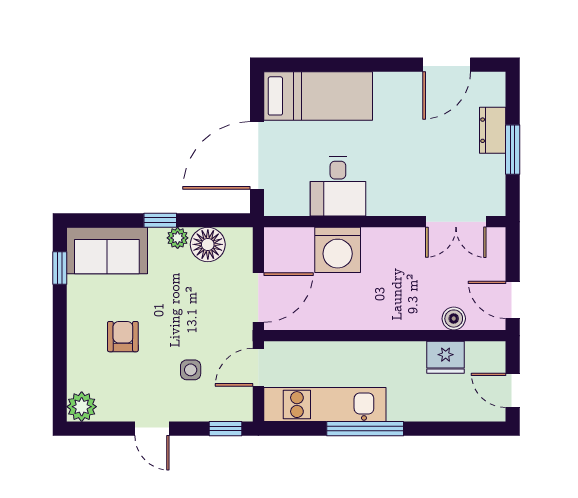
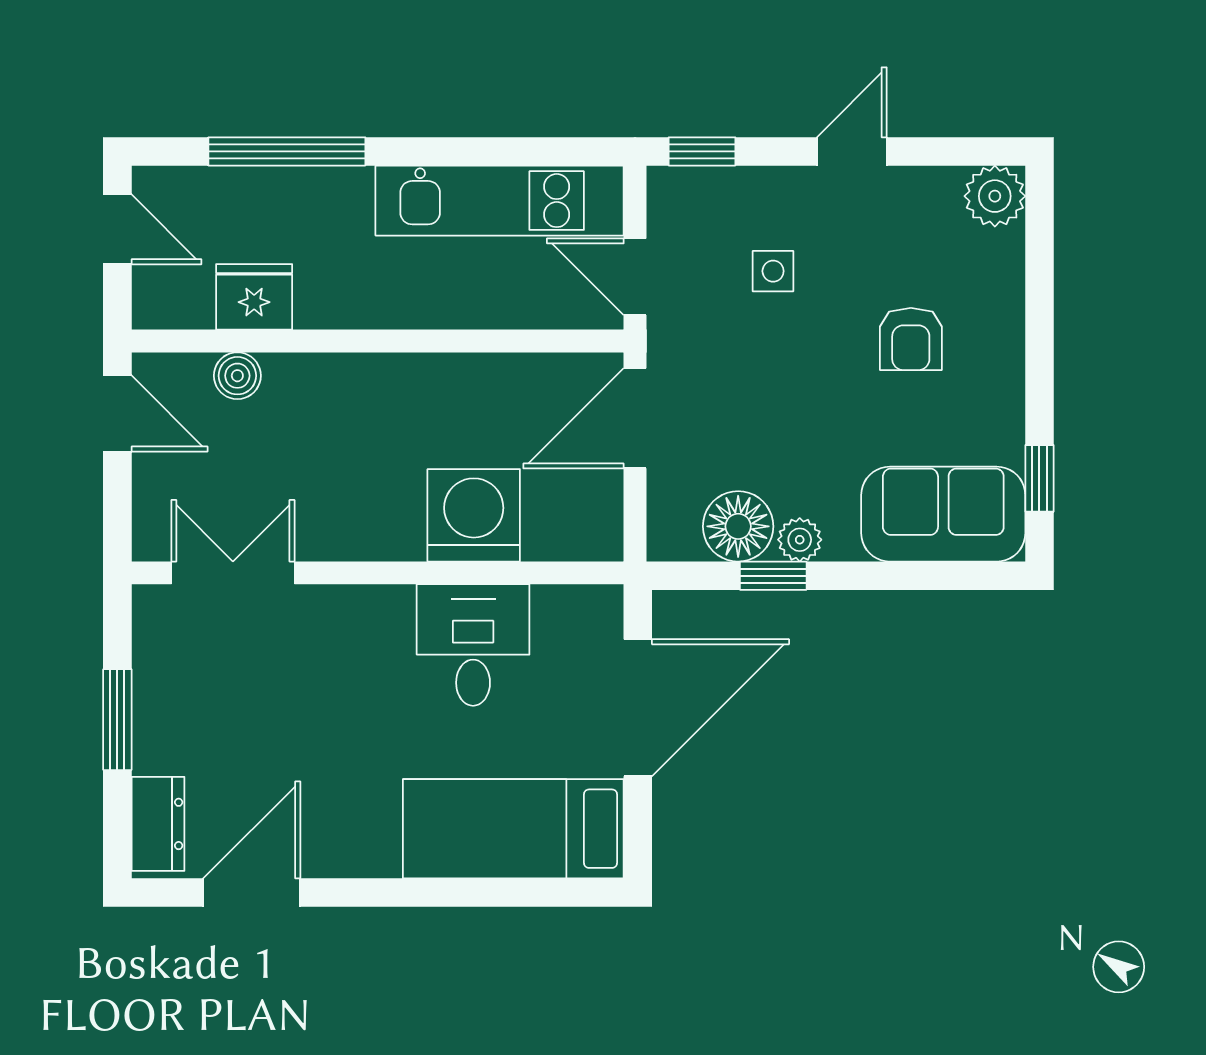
dresser: (493, 130) -> (158, 824), moved
window: (160, 220) -> (773, 576), moved
door: (258, 367) -> (635, 277), swing flipped
door: (152, 429) -> (852, 151), hinge flipped
window: (365, 429) -> (287, 151), moved

